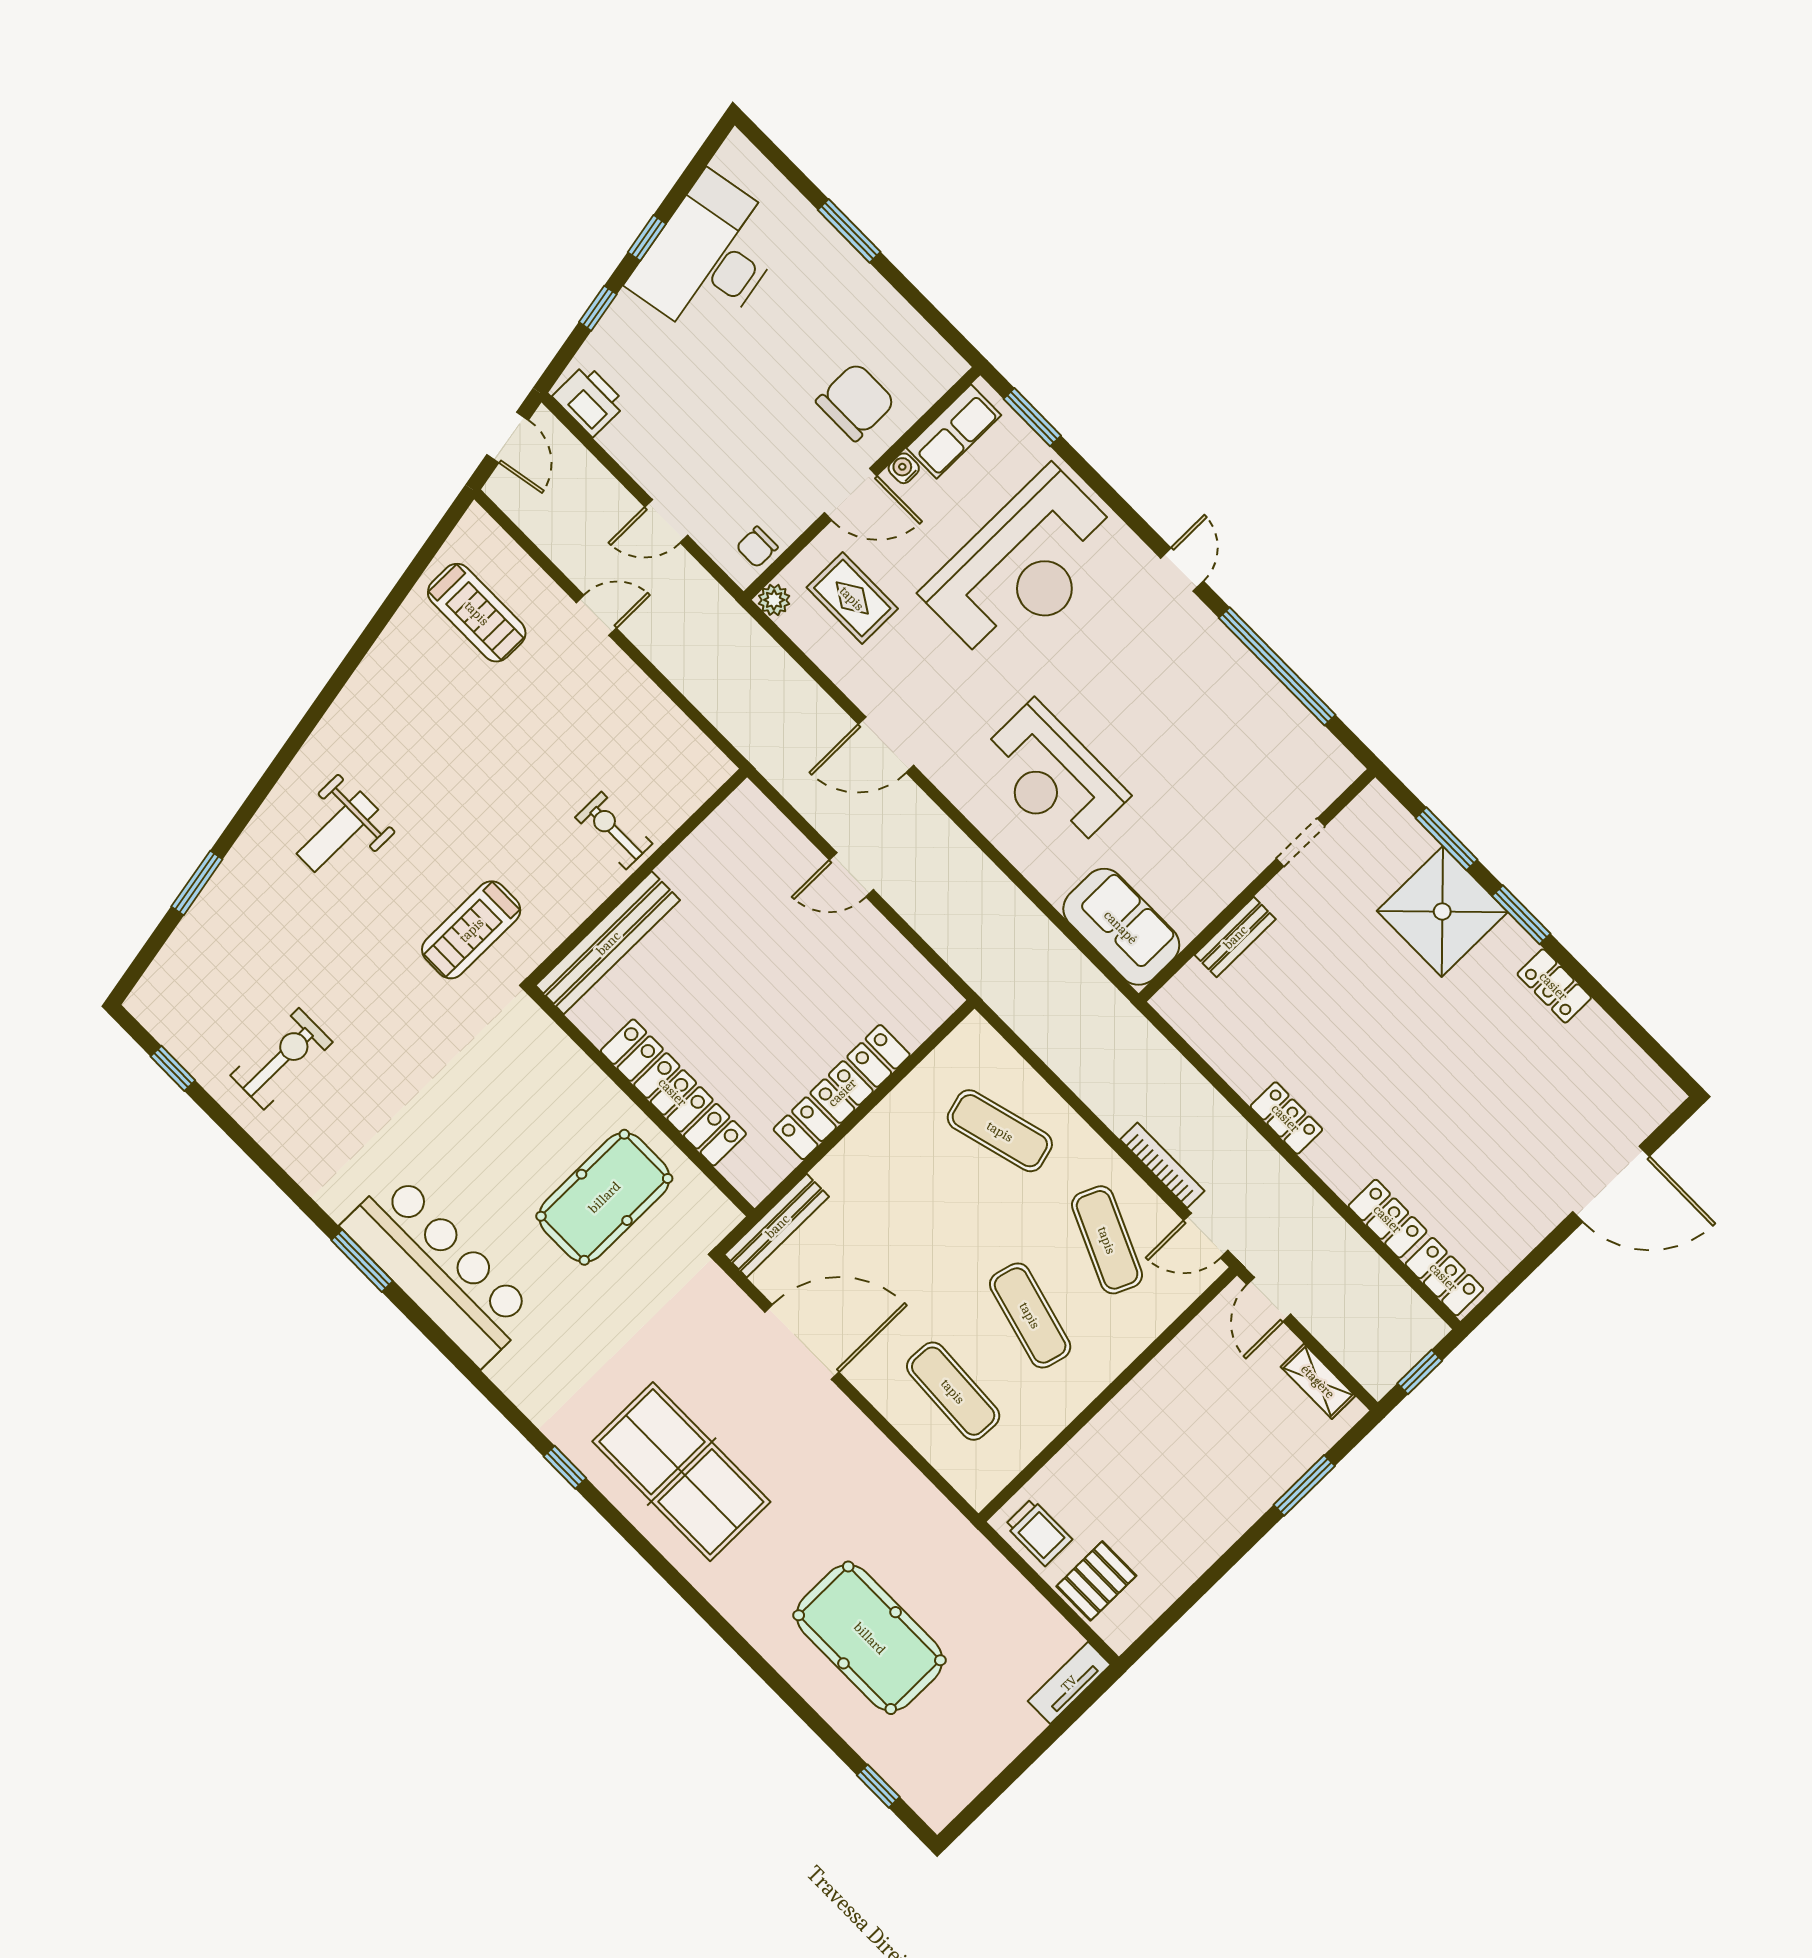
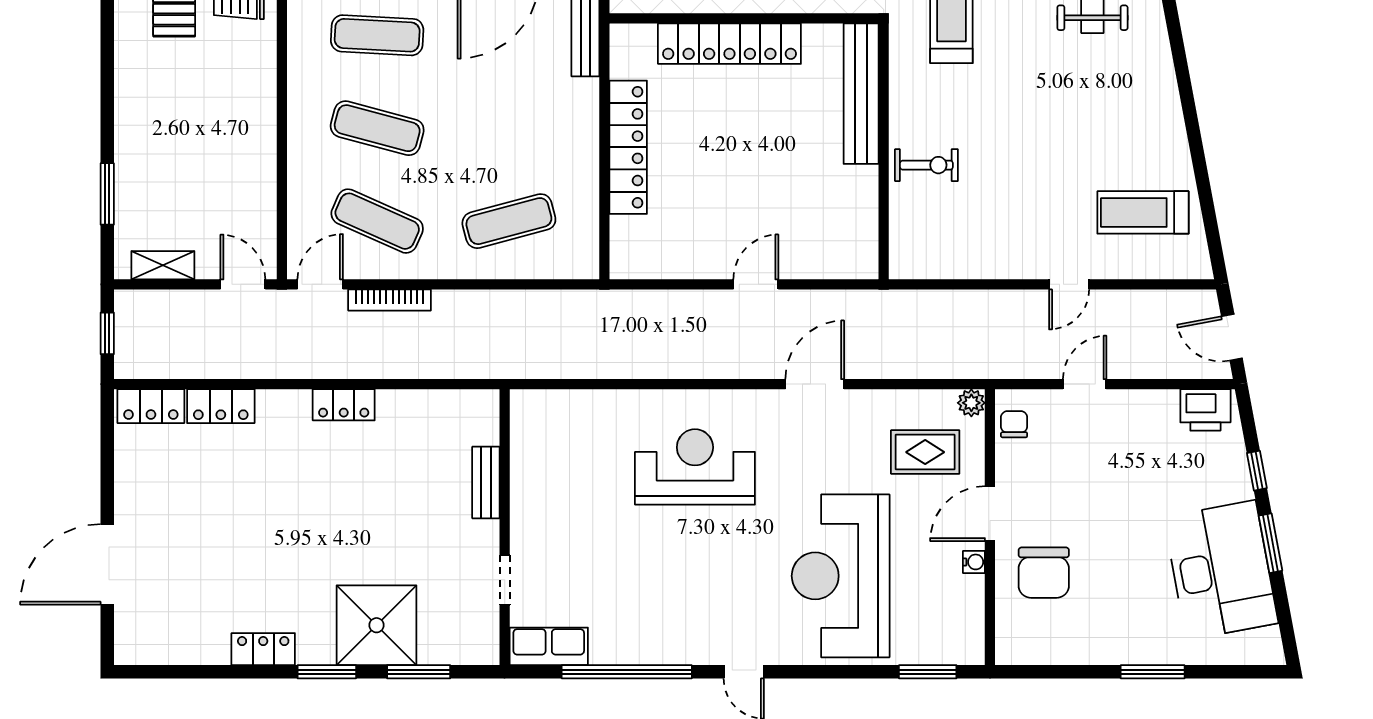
window: (647, 238) -> (1270, 543), width x1.50
row of seats: (954, 432) -> (549, 646), moved, turned 90
sofa: (1121, 927) -> (561, 419), removed

